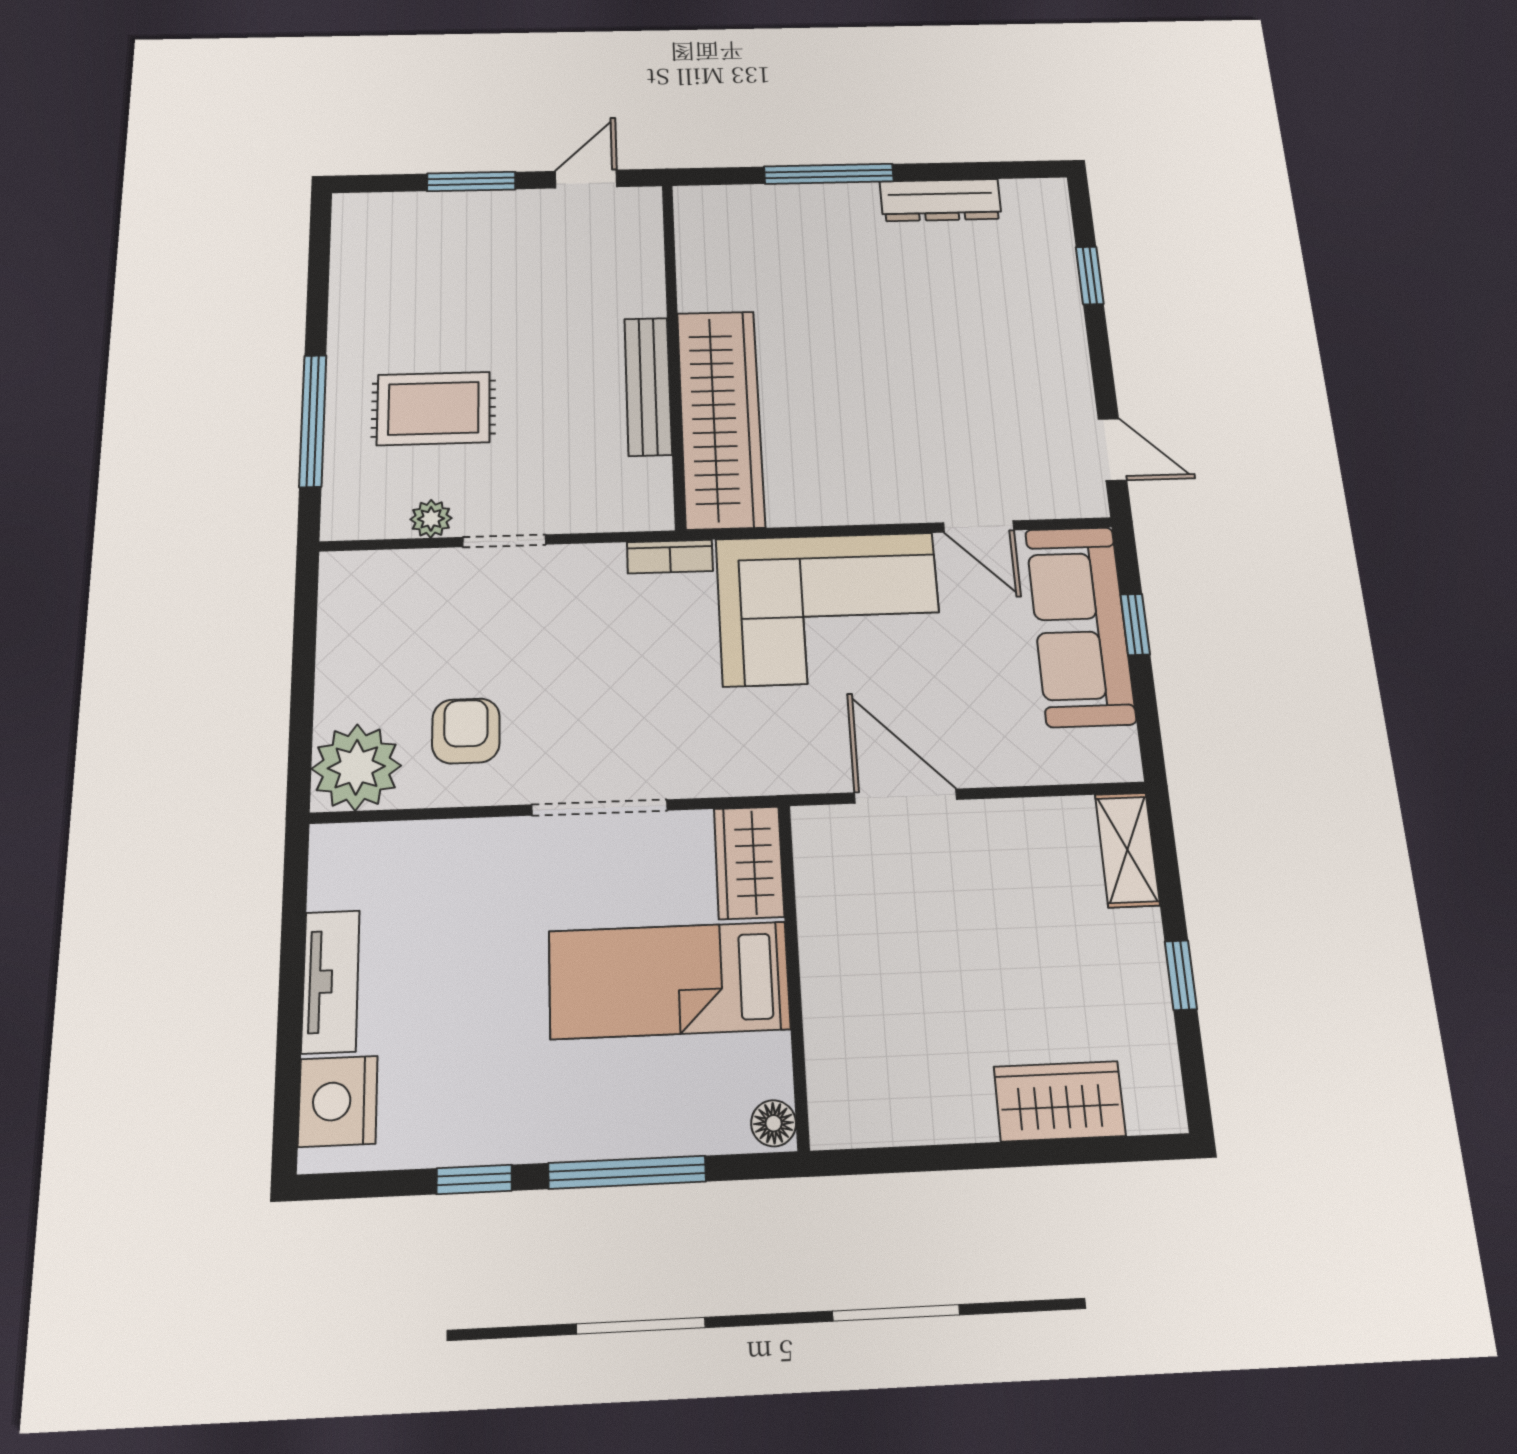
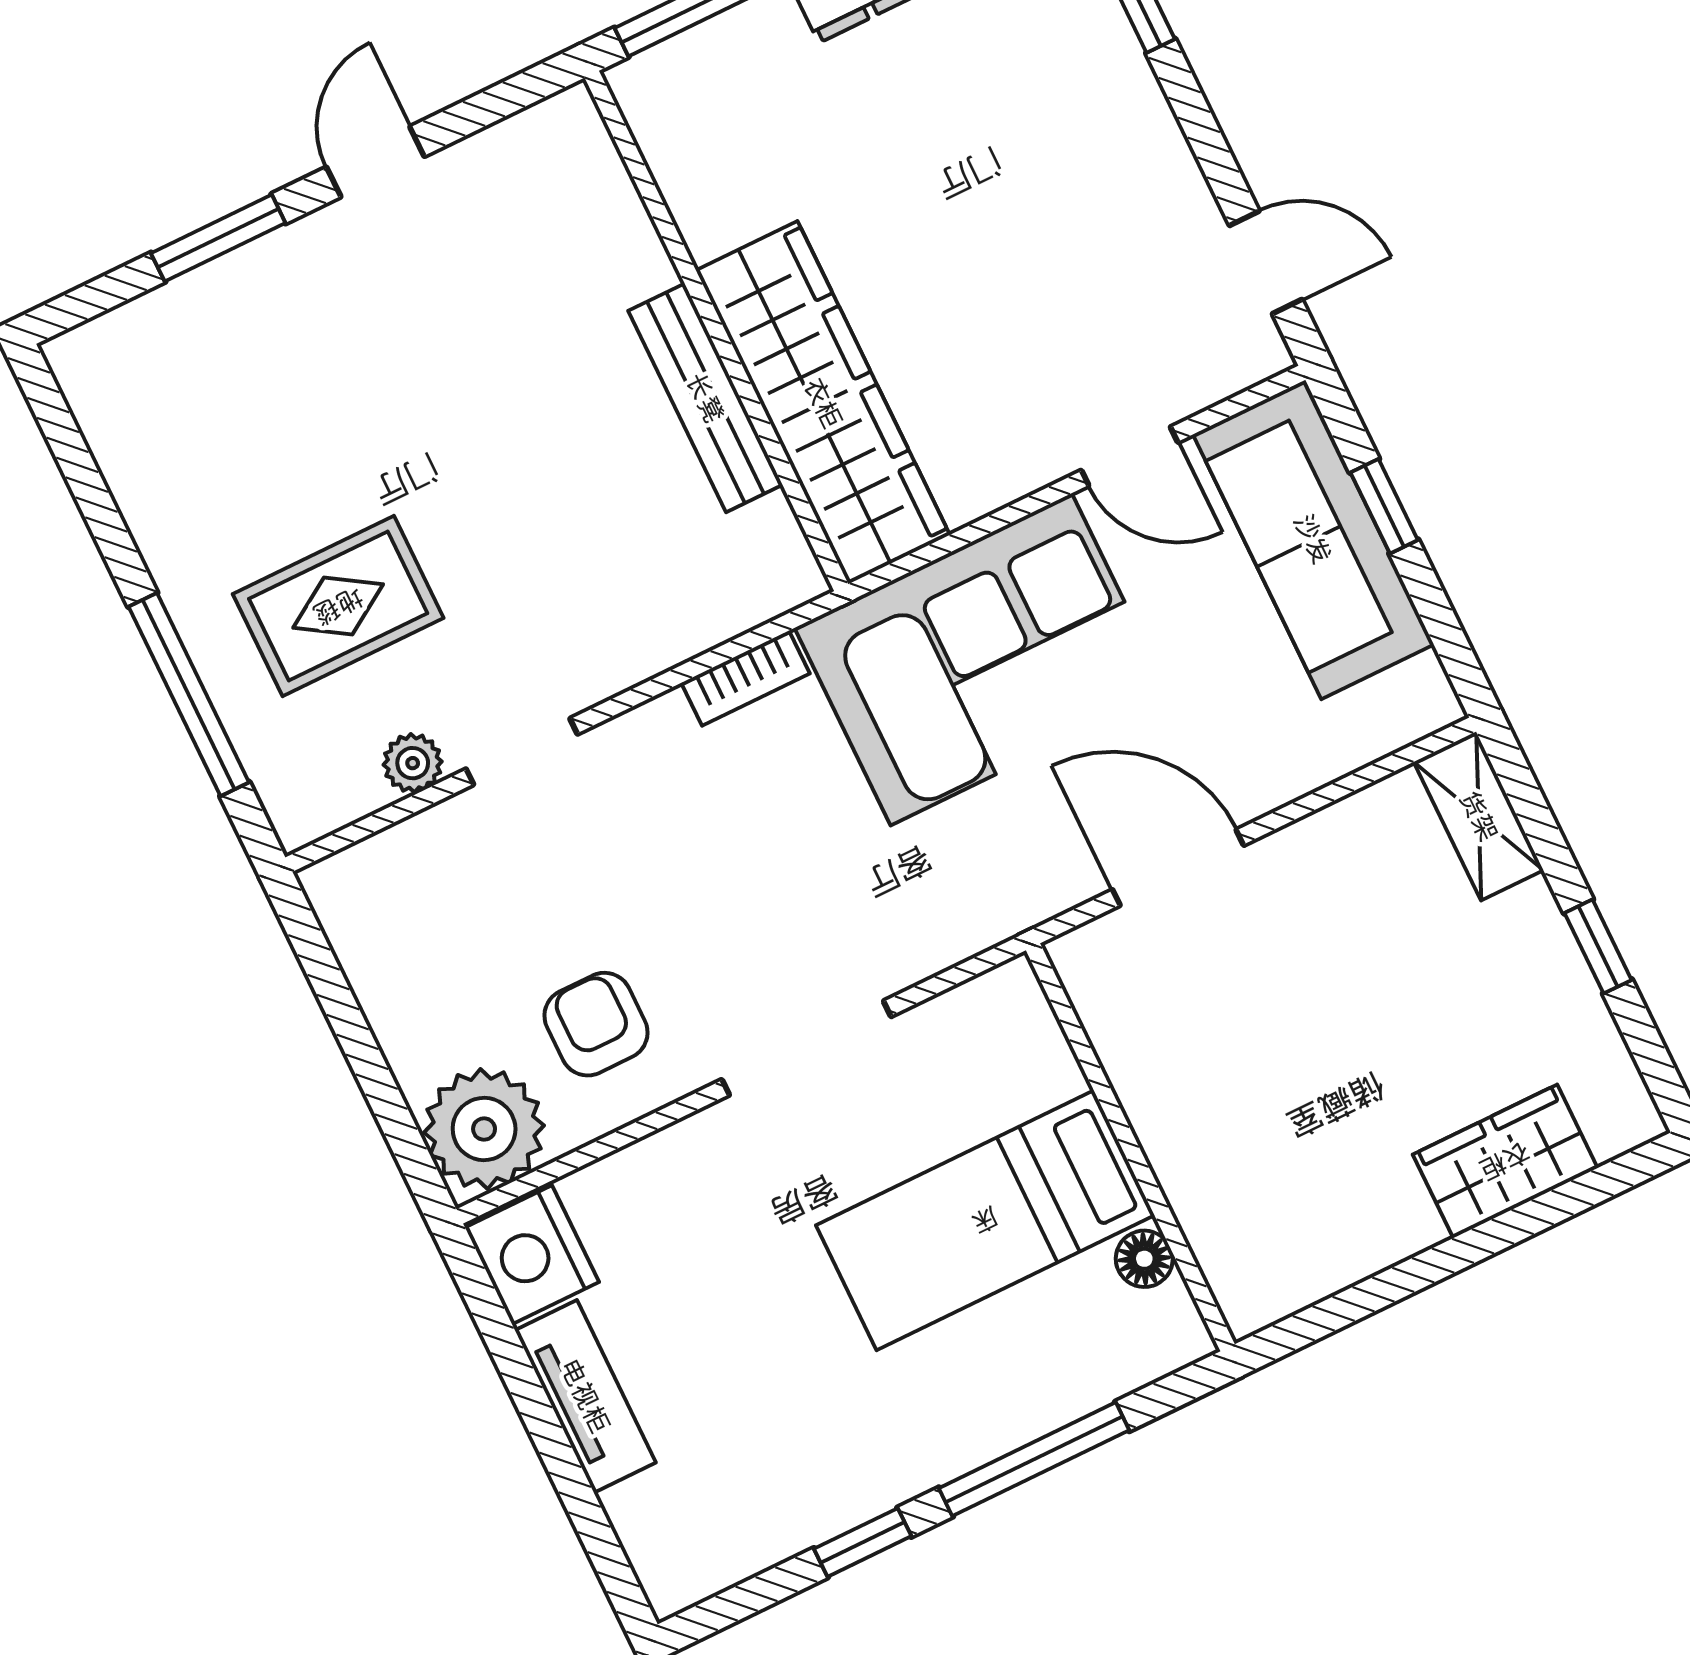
wall: (674, 352) -> (717, 331), moved
bench: (648, 386) -> (705, 398), moved
wardrobe: (720, 418) -> (823, 403), moved
wardrobe: (749, 862) -> (1020, 1036), removed
nightstand: (338, 1101) -> (532, 1255), moved
floor lamp: (774, 1123) -> (1144, 1259), moved

